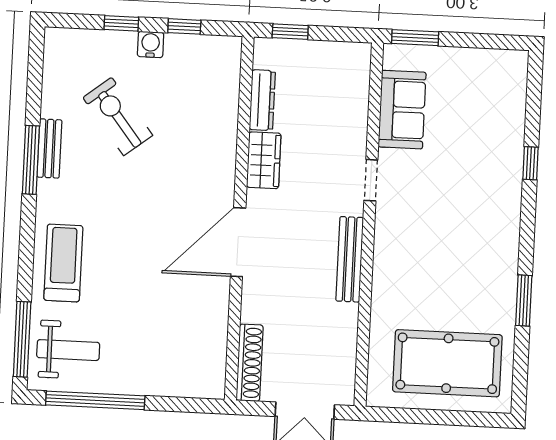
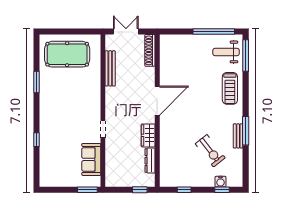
window: (121, 23) -> (222, 190), moved
water cooler: (151, 44) -> (221, 182), moved
bench: (350, 259) -> (110, 68), moved

